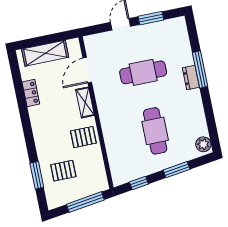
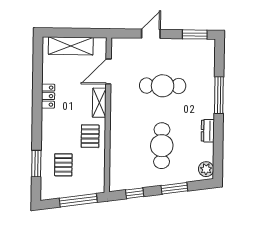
window: (151, 18) -> (195, 34), moved
dresser: (191, 78) -> (208, 131), moved
locker: (31, 93) -> (48, 96), moved
pallet: (83, 137) -> (90, 136), turned 90
pallet: (63, 171) -> (63, 165), turned 90

